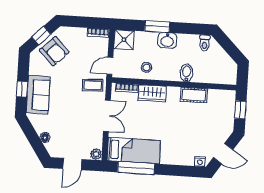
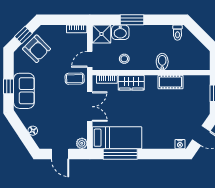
washbasin: (167, 40) -> (120, 32), moved
door: (72, 164) -> (60, 154), hinge flipped

